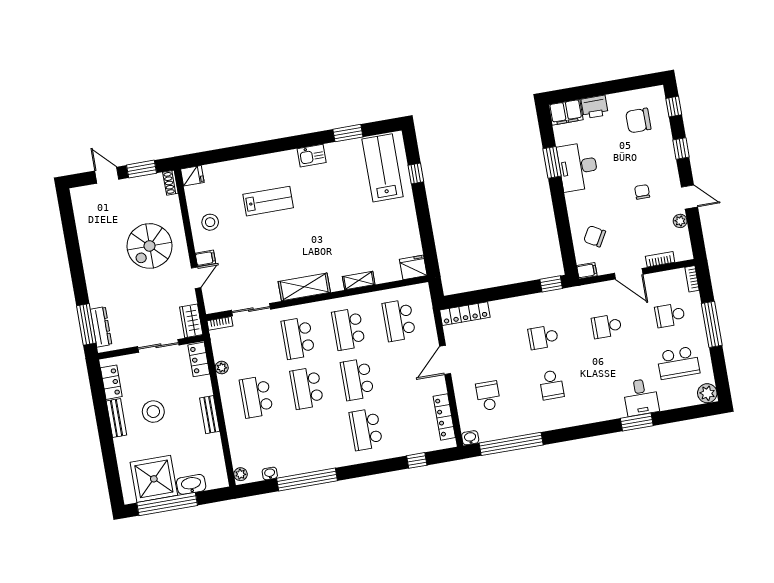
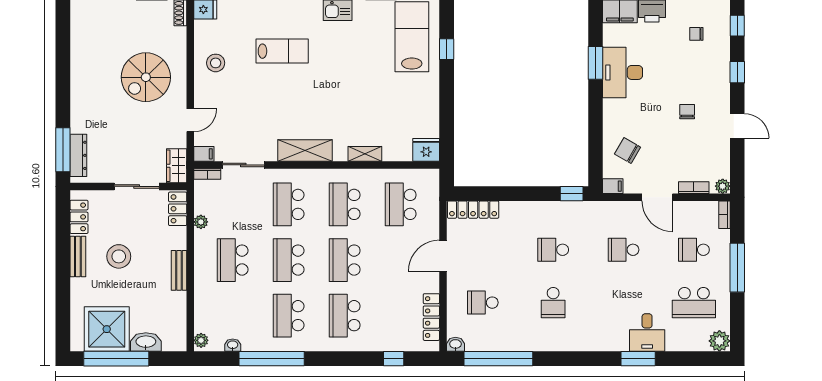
chair: (638, 120) -> (696, 34), width x0.54, depth x0.54
plant: (680, 221) -> (723, 186), moved
filing cabinet: (205, 258) -> (204, 154), moved
school desk: (488, 396) -> (483, 303), turned -90
school desk: (315, 438) -> (289, 316), added

